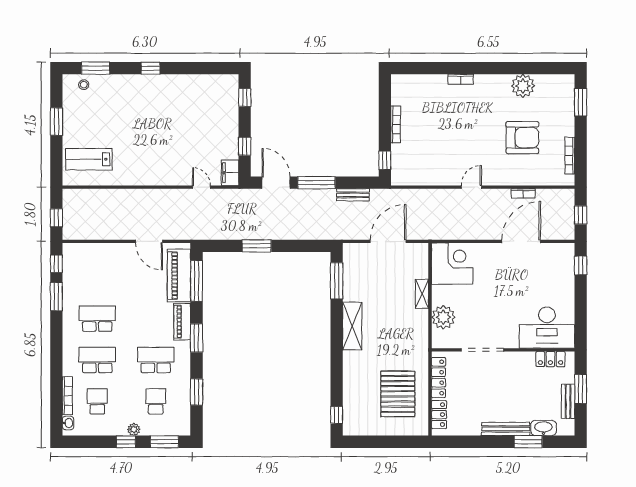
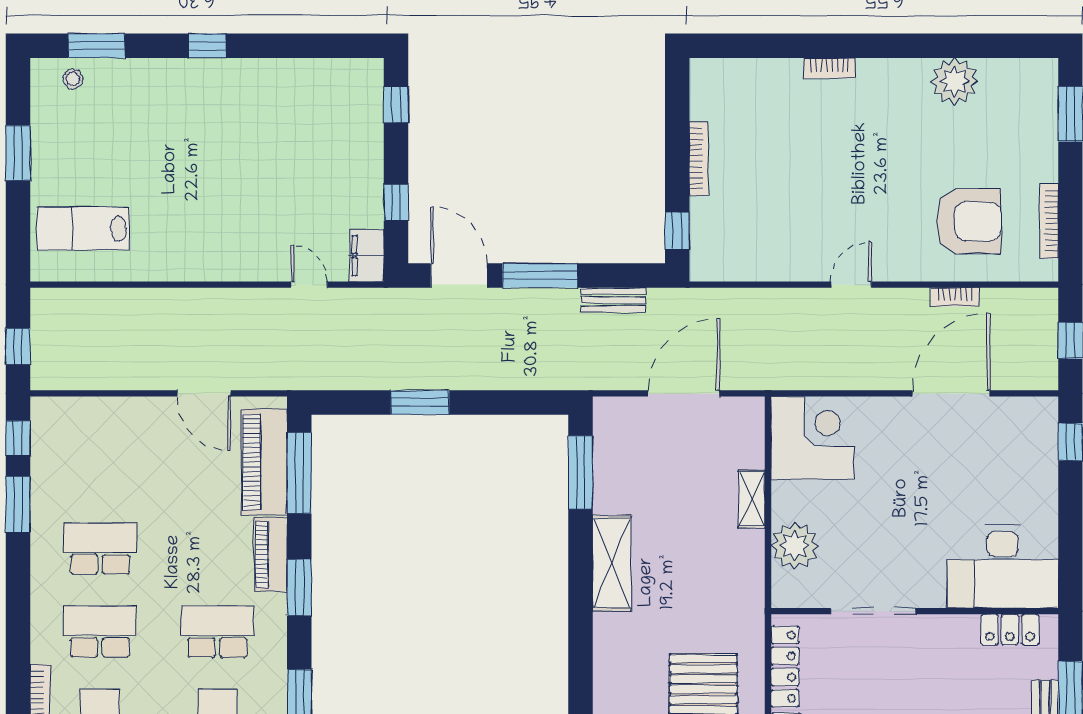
armchair: (522, 138) -> (969, 221), moved

